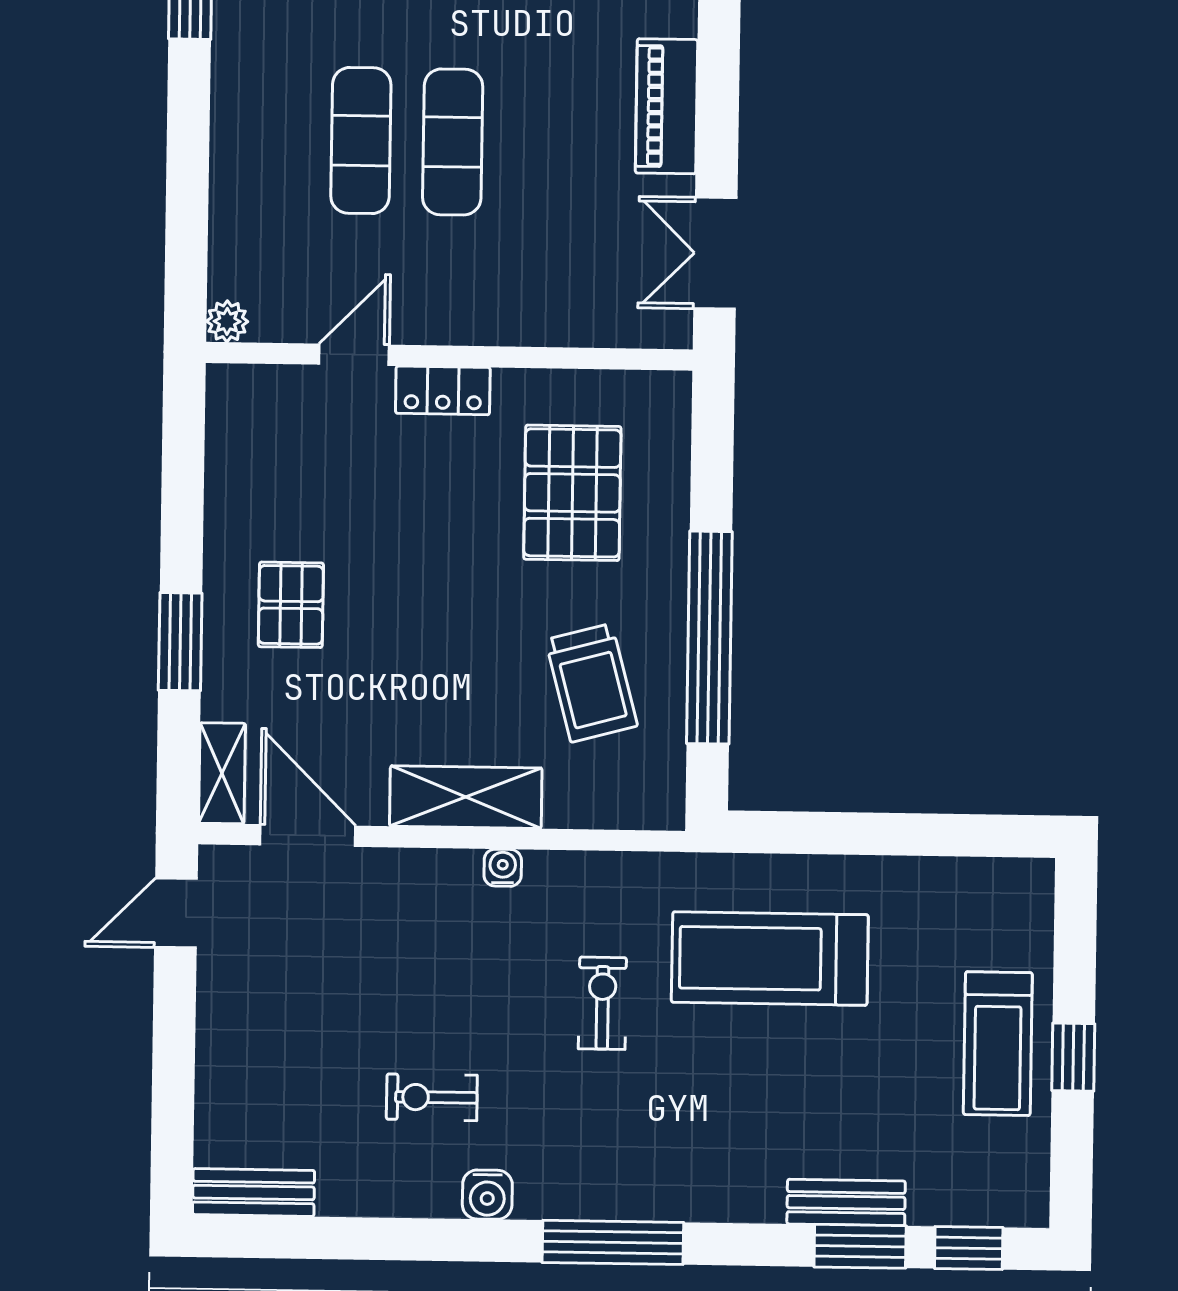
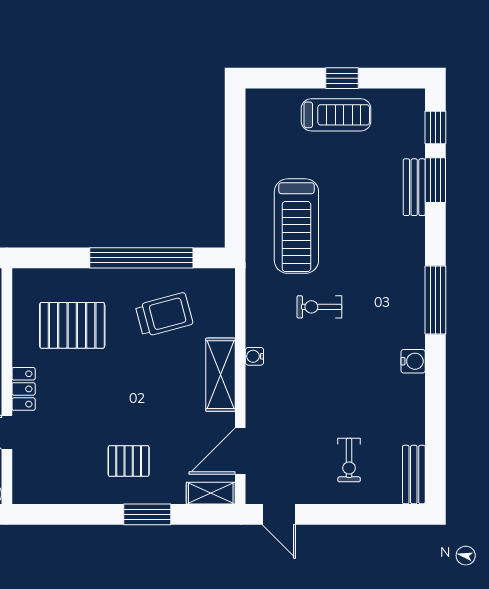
exercise bike: (432, 1097) -> (349, 460), moved

